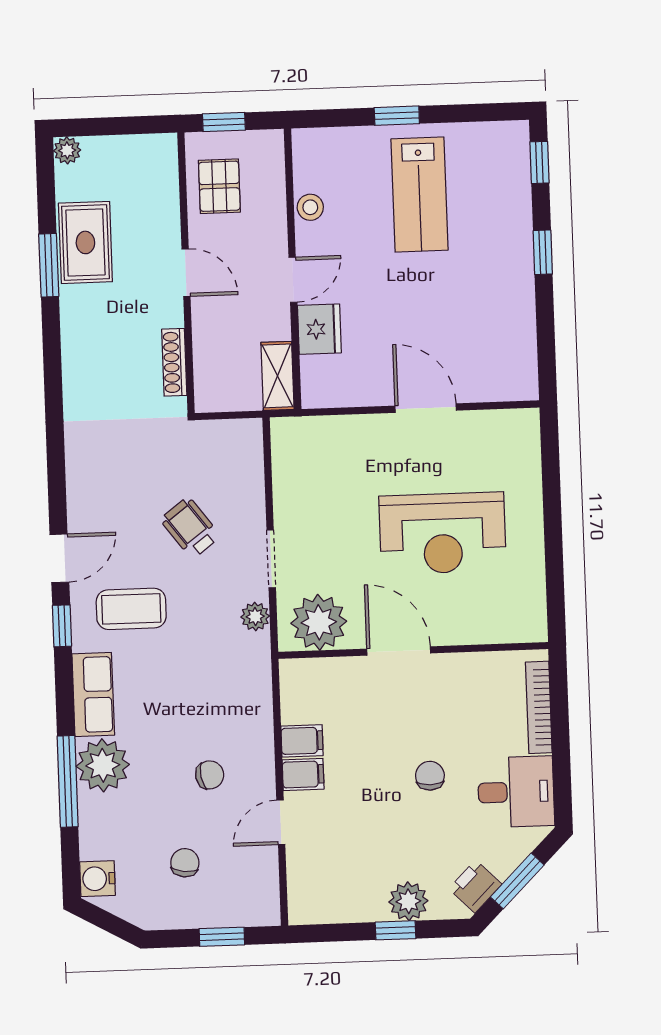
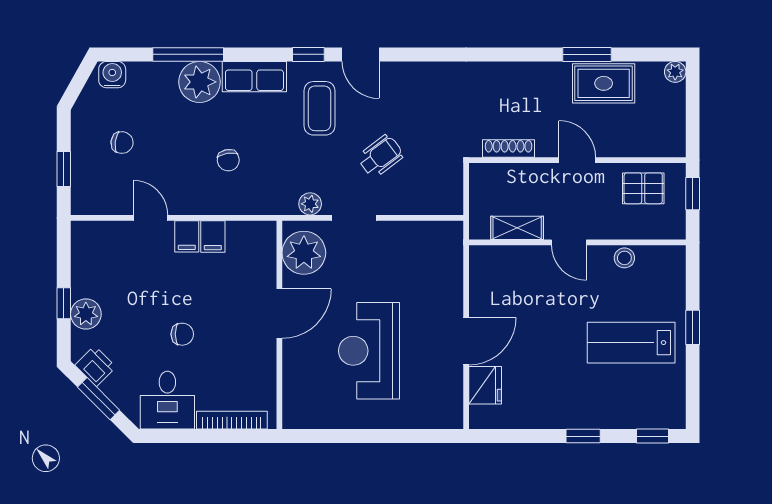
door: (186, 273) -> (577, 160), swing flipped
fridge: (319, 329) -> (485, 385), moved, turned -90
shelving: (278, 376) -> (517, 228), moved
chair: (210, 775) -> (228, 160), moved

